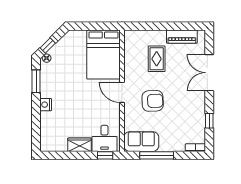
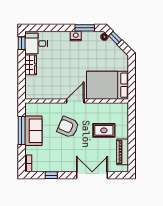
armchair: (153, 101) -> (68, 127), turned 115
nightstand: (46, 105) -> (76, 36), moved
desk: (105, 138) -> (36, 44), moved
sofa: (141, 142) -> (33, 131), moved
window: (105, 155) -> (22, 43), moved

